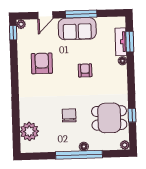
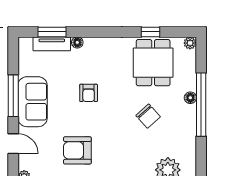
armchair: (85, 70) -> (89, 93), turned -90
chair: (69, 115) -> (148, 116), turned -132

